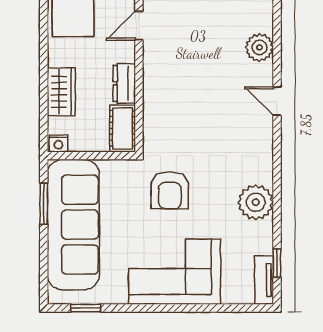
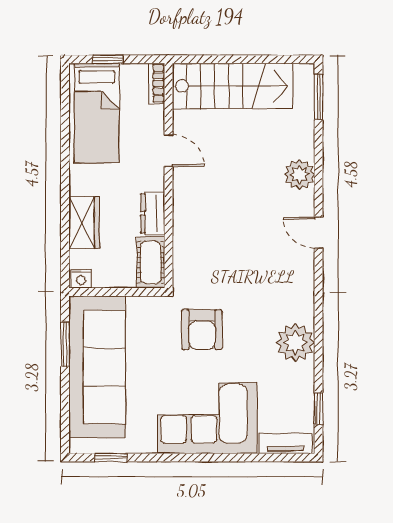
door: (139, 26) -> (169, 151), swing flipped
tv unit: (264, 280) -> (286, 444), moved, turned 90

